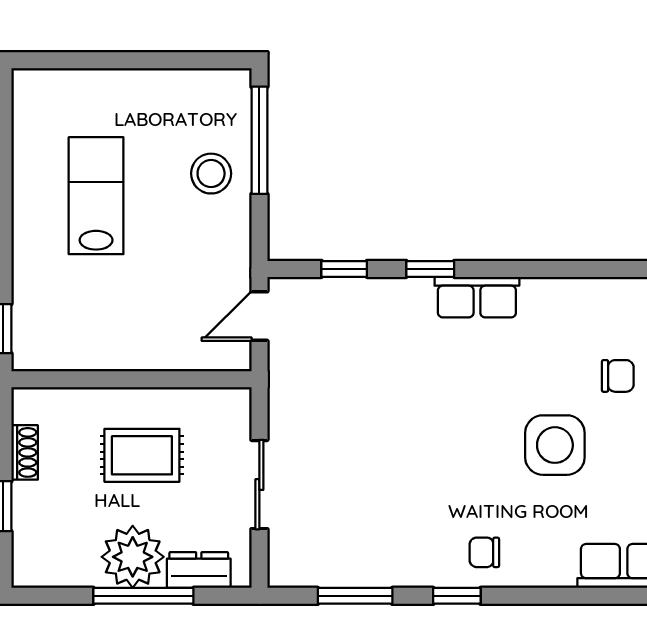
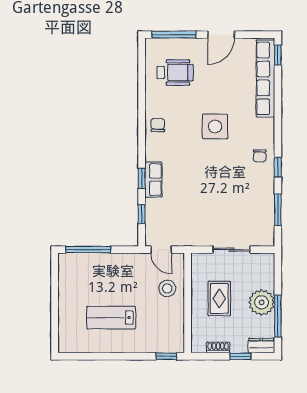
stool: (211, 174) -> (167, 288), moved
row of seats: (477, 297) -> (153, 180), moved
chair: (618, 376) -> (158, 125), moved
dresser: (199, 570) -> (261, 346), moved, turned 90
window: (143, 596) -> (278, 316), moved

